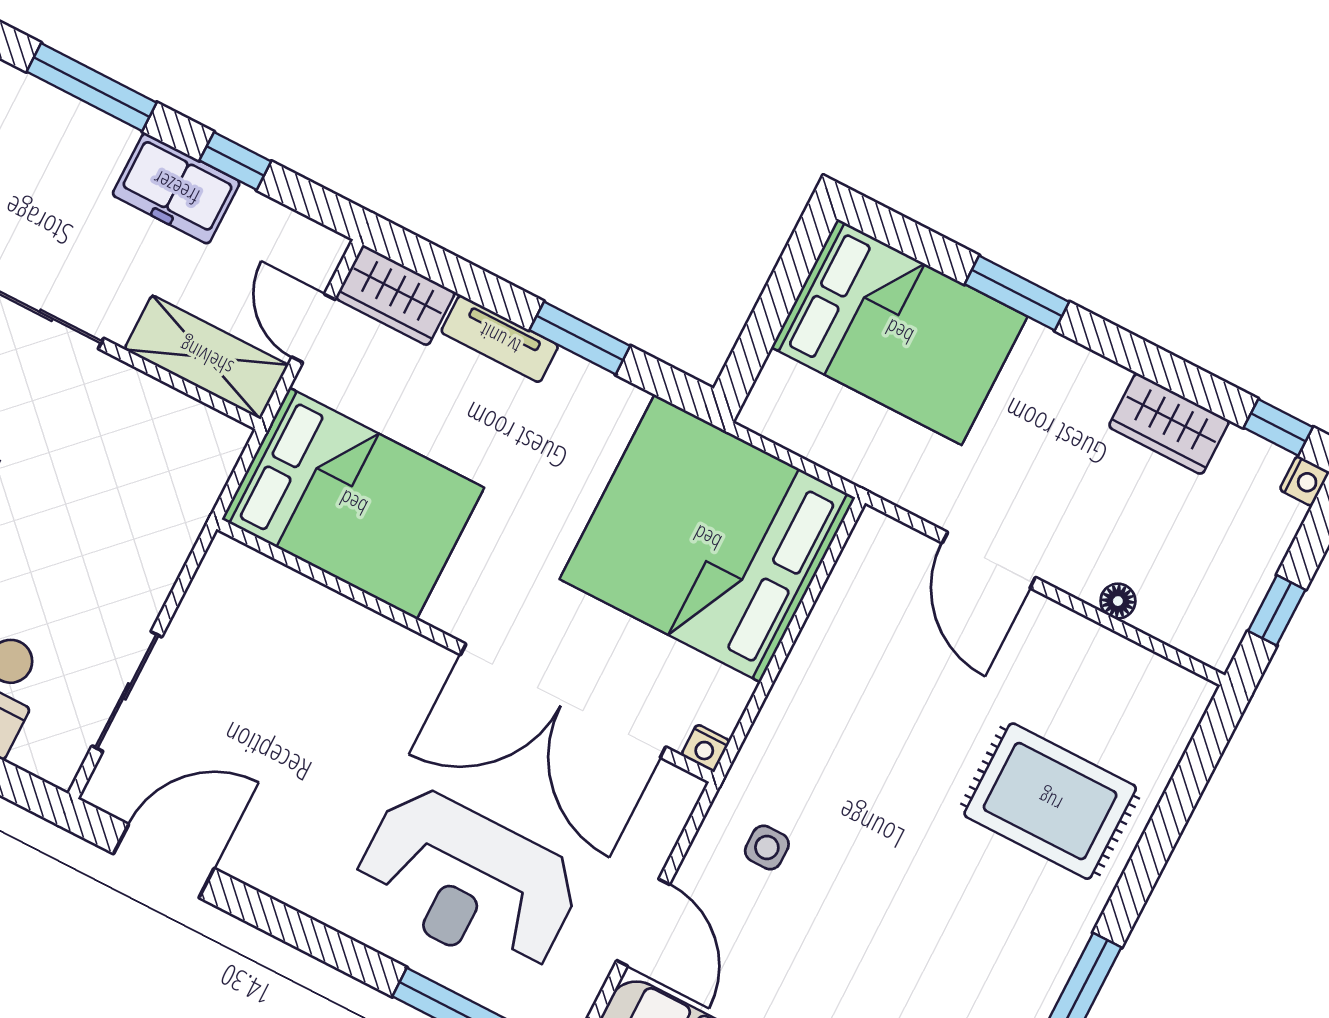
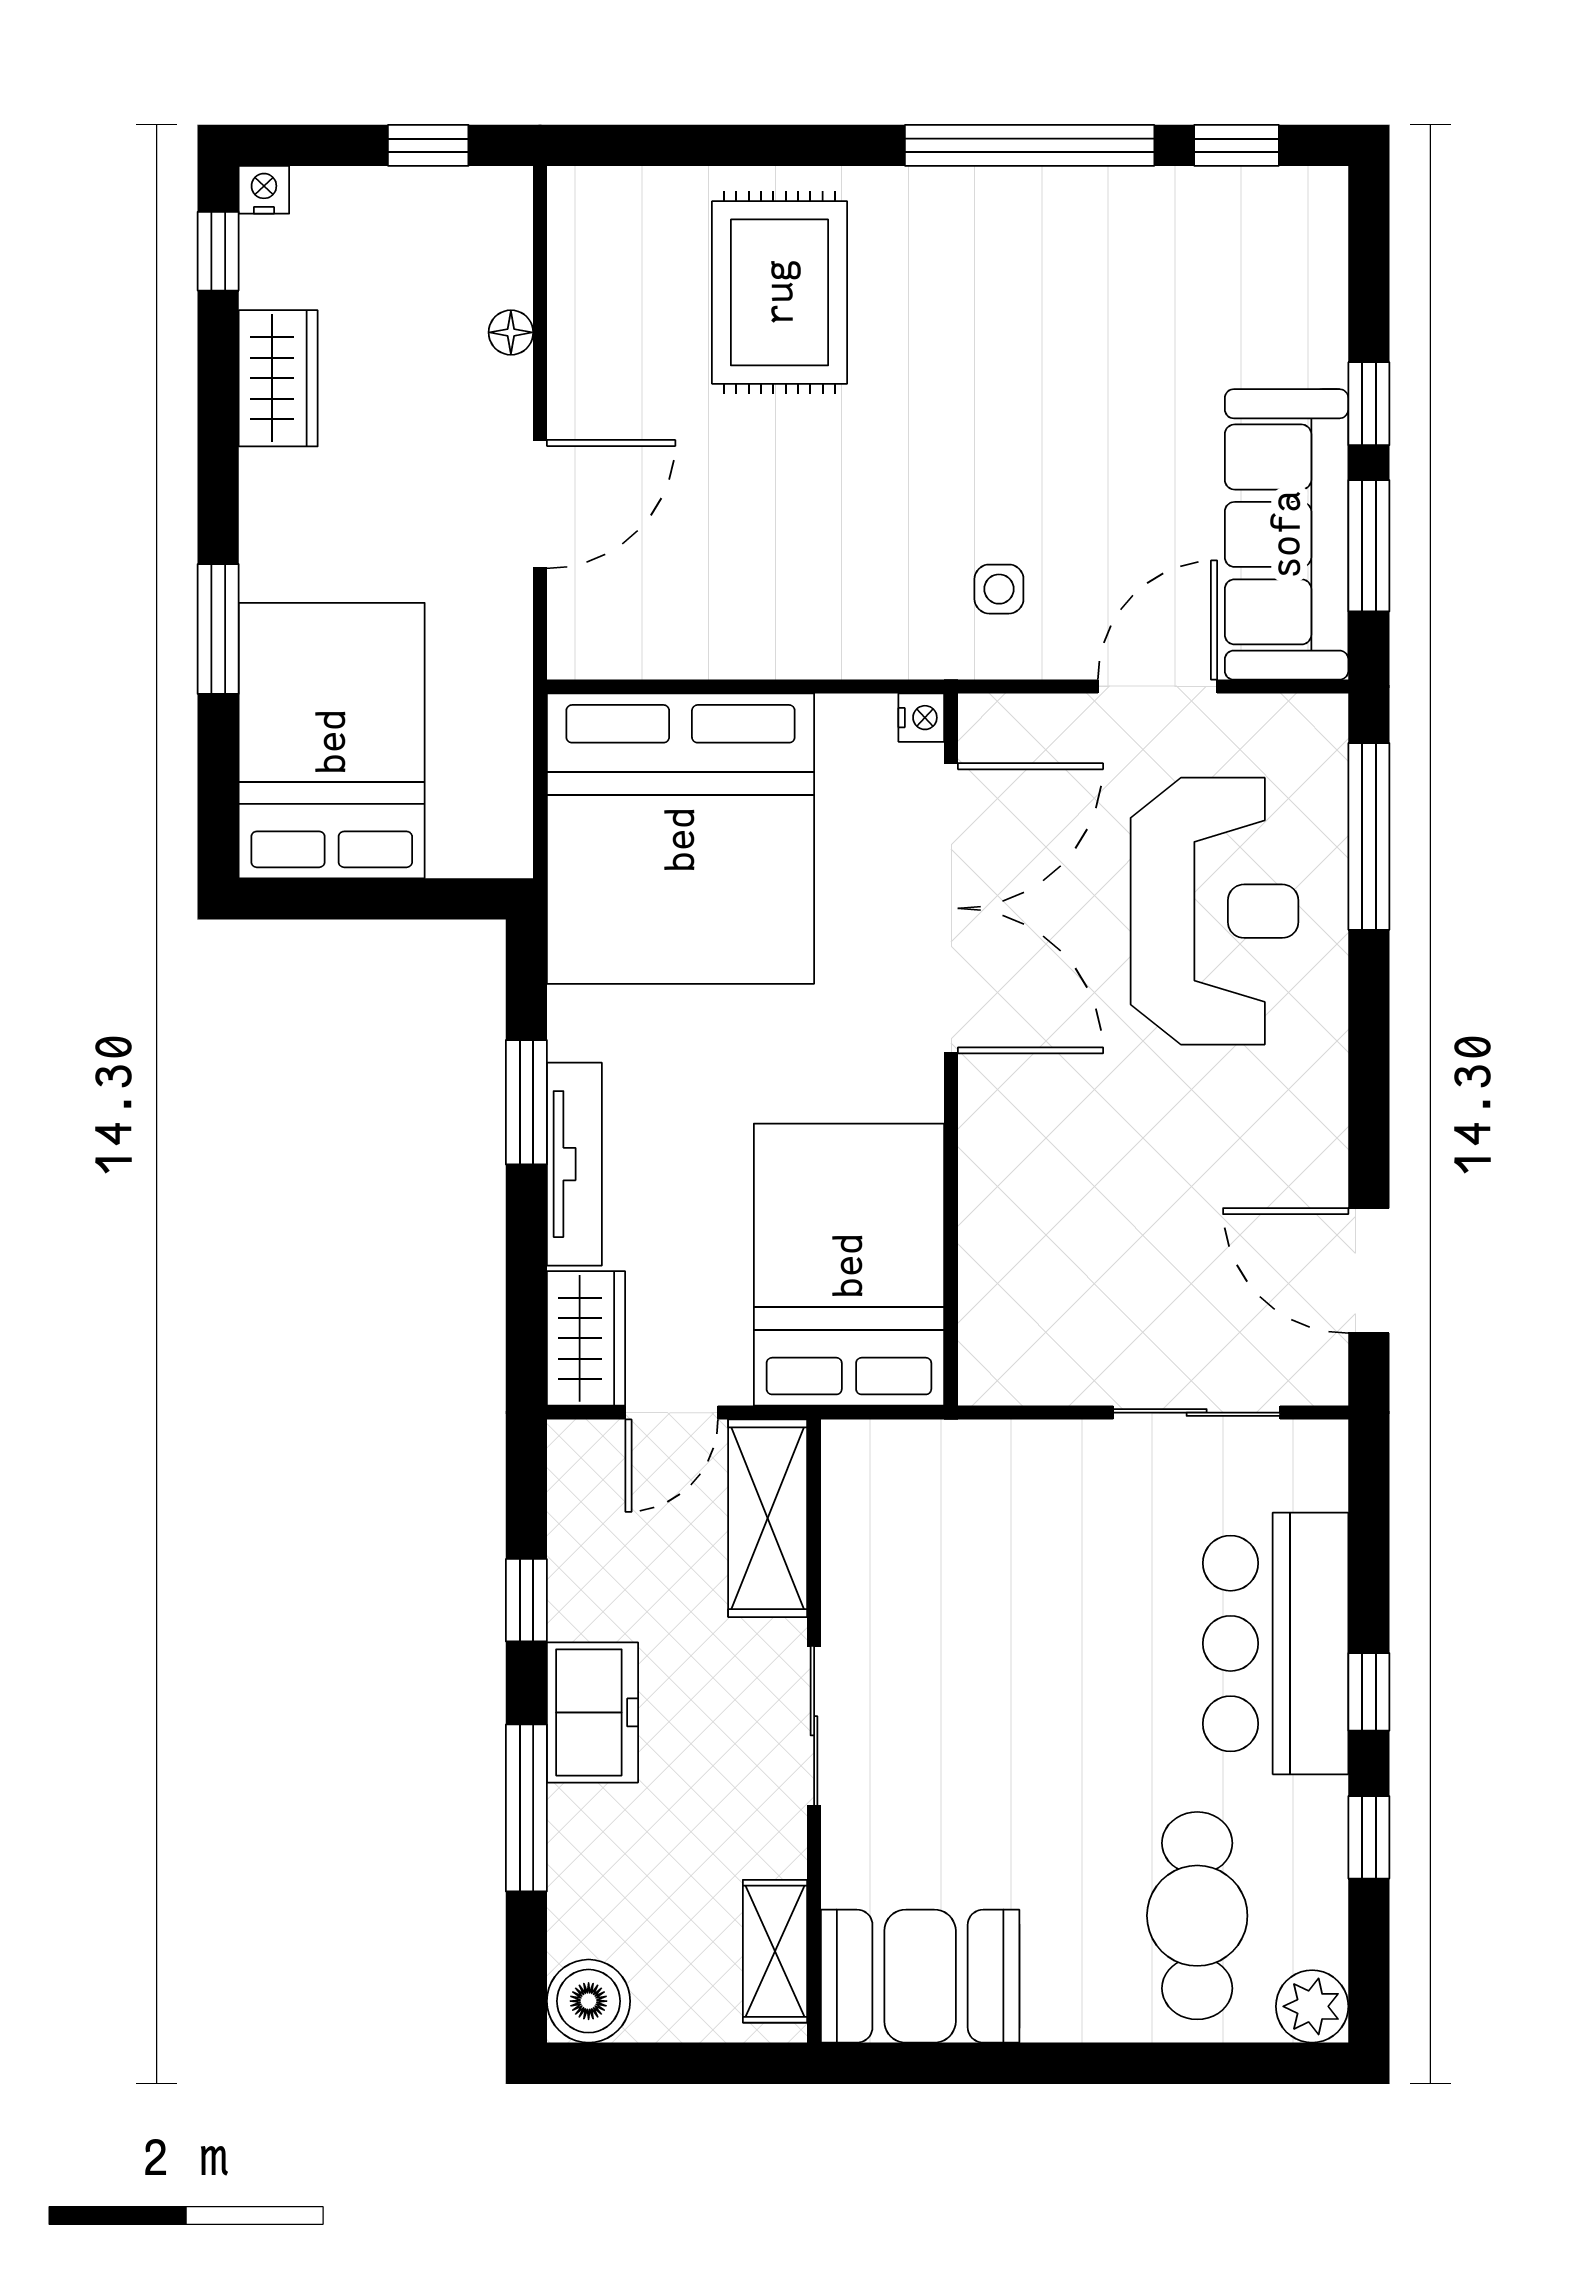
freezer: (176, 188) -> (593, 1712), moved
tv unit: (500, 339) -> (574, 1164), width x1.41

